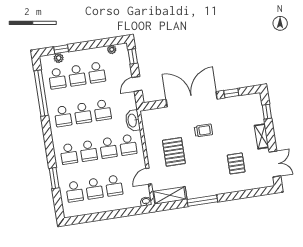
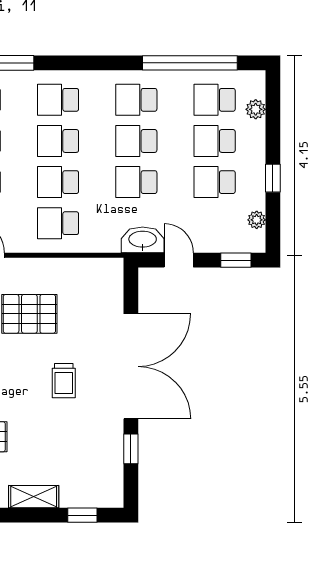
window: (61, 49) -> (273, 178), moved
washbasin: (133, 121) -> (143, 240), moved

